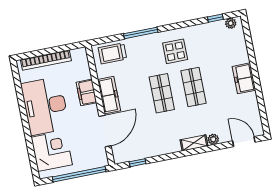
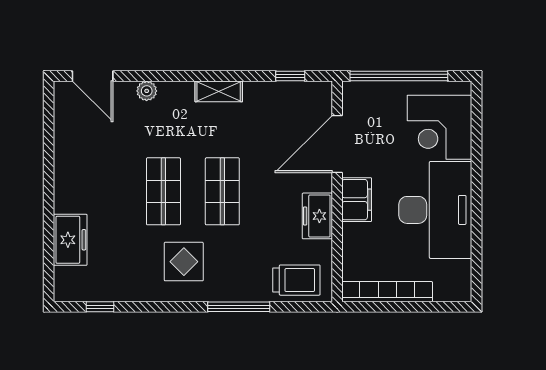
plant: (231, 23) -> (74, 292), removed
bookcase: (46, 60) -> (387, 292), moved
freezer: (244, 78) -> (70, 240), moved
filing cabinet: (86, 92) -> (357, 200), moved
freezer: (109, 95) -> (317, 216), width x0.71
shelving: (194, 143) -> (219, 91), moved

